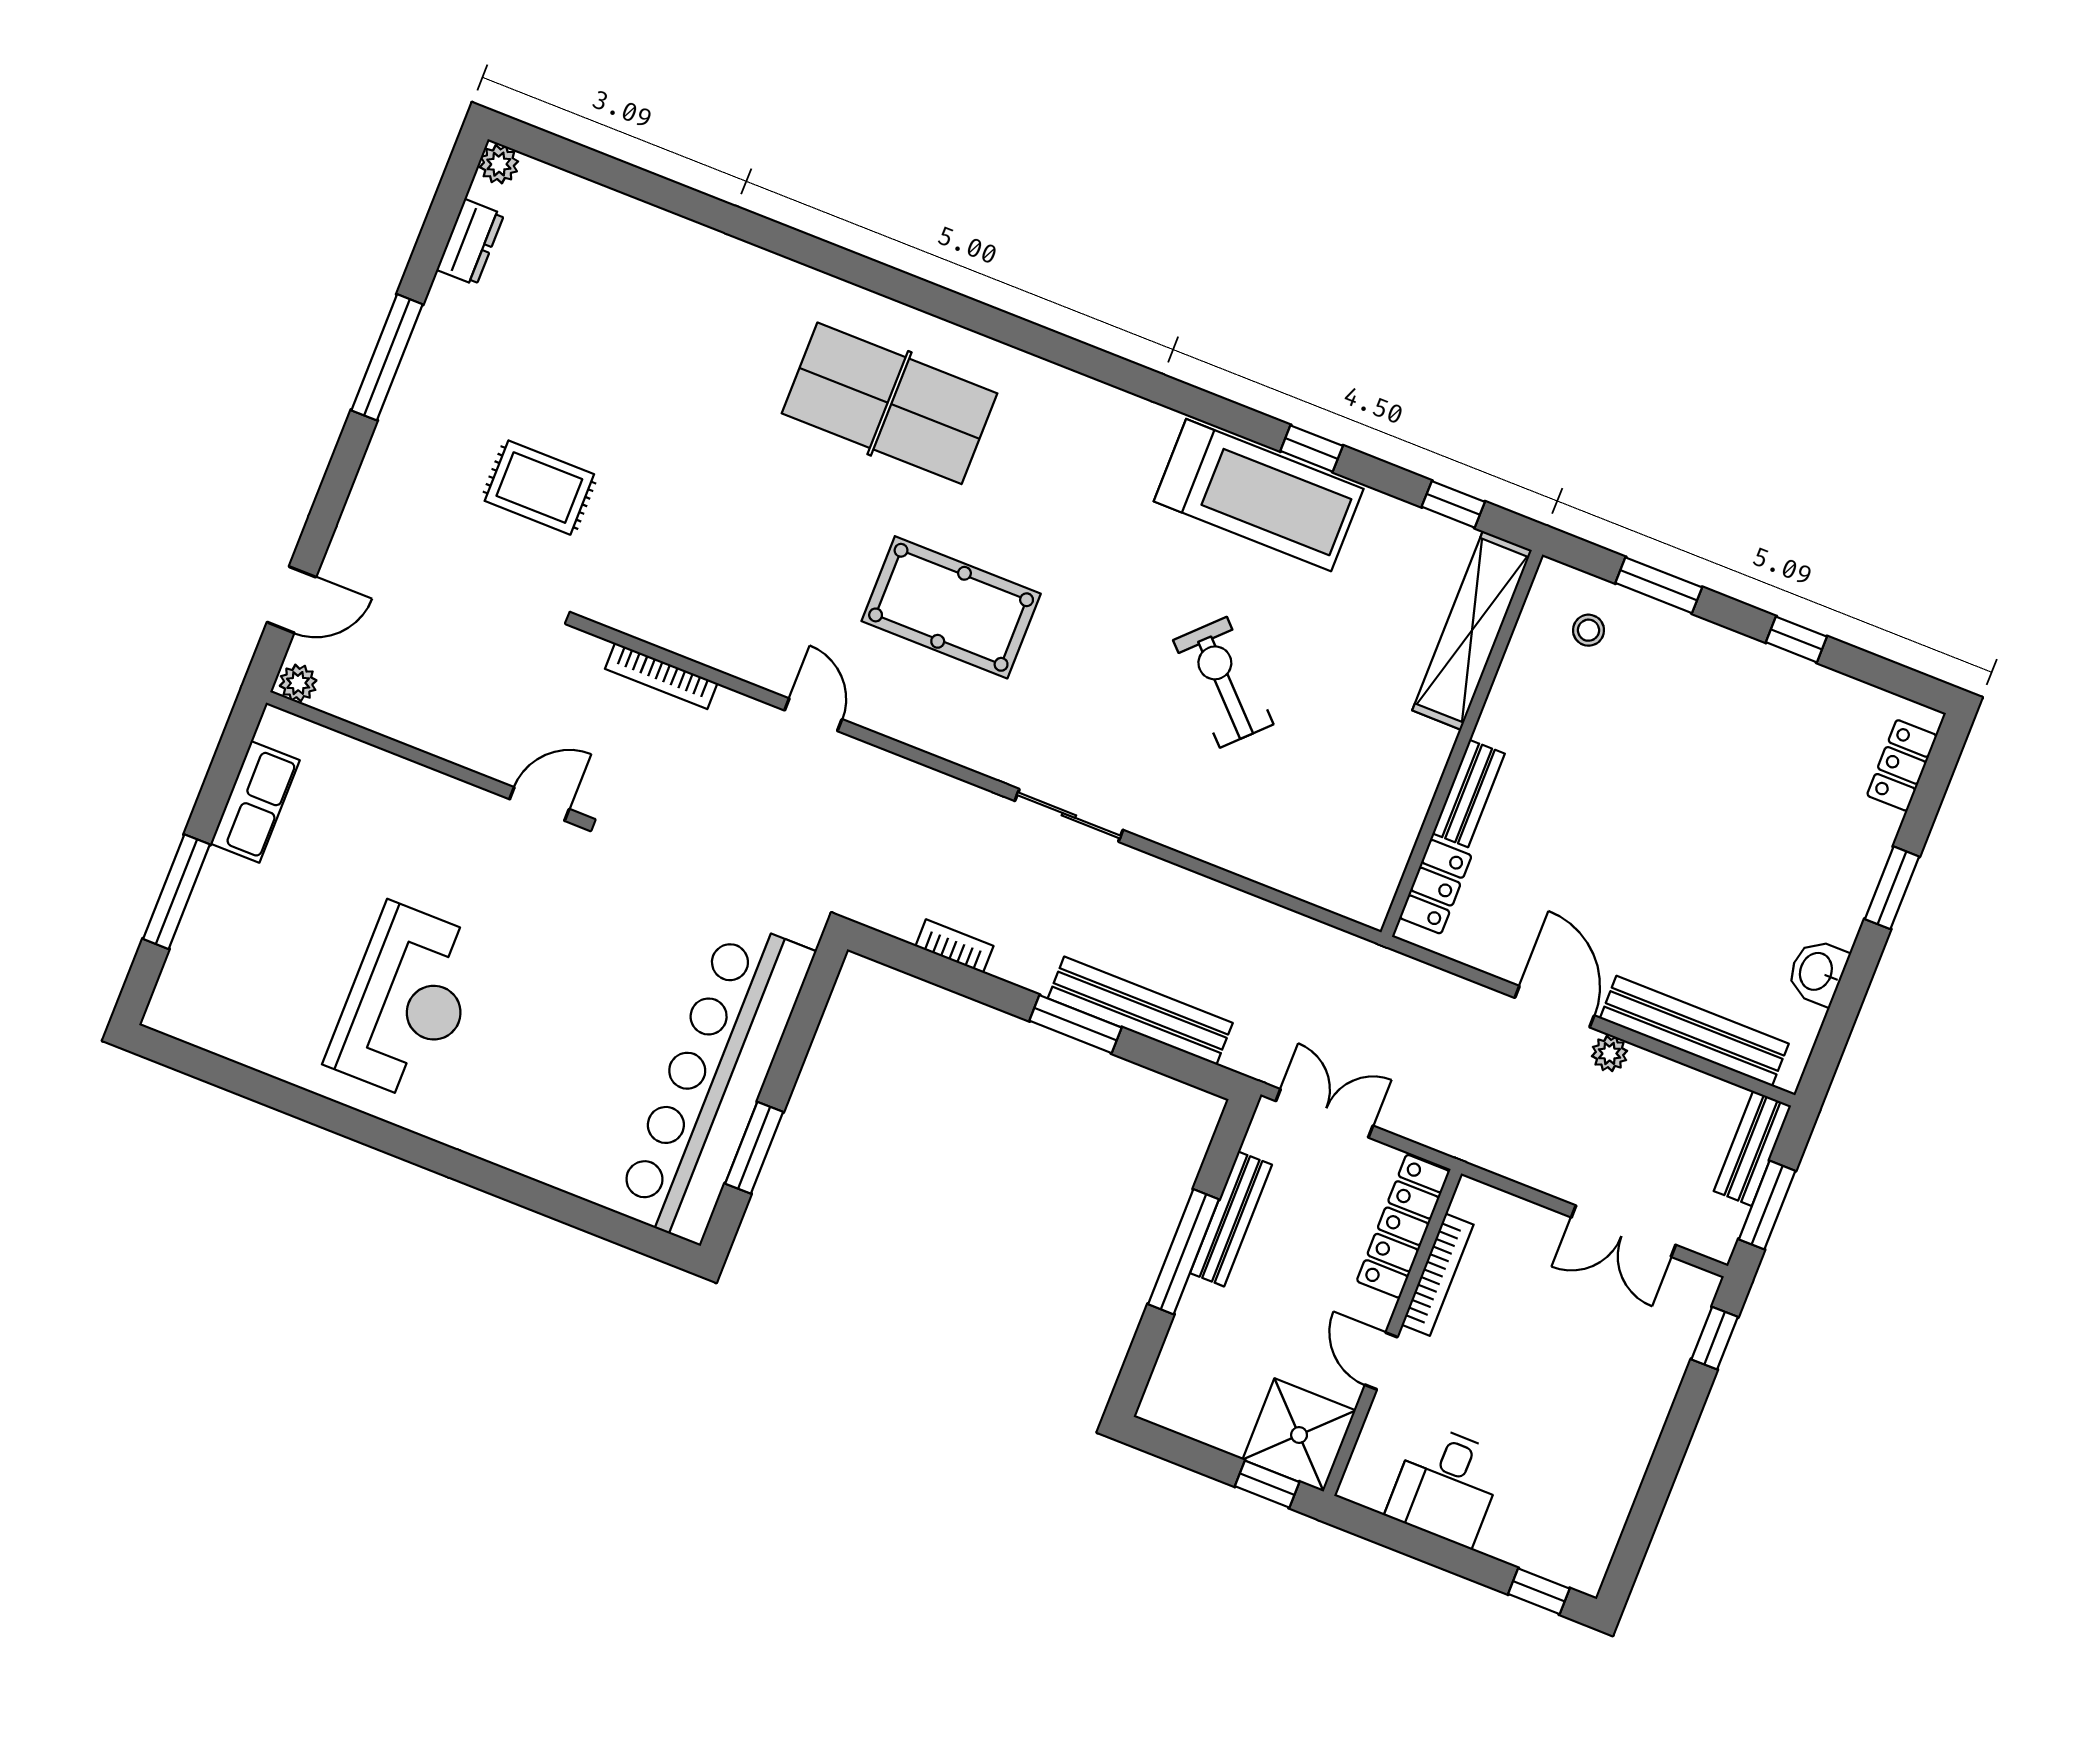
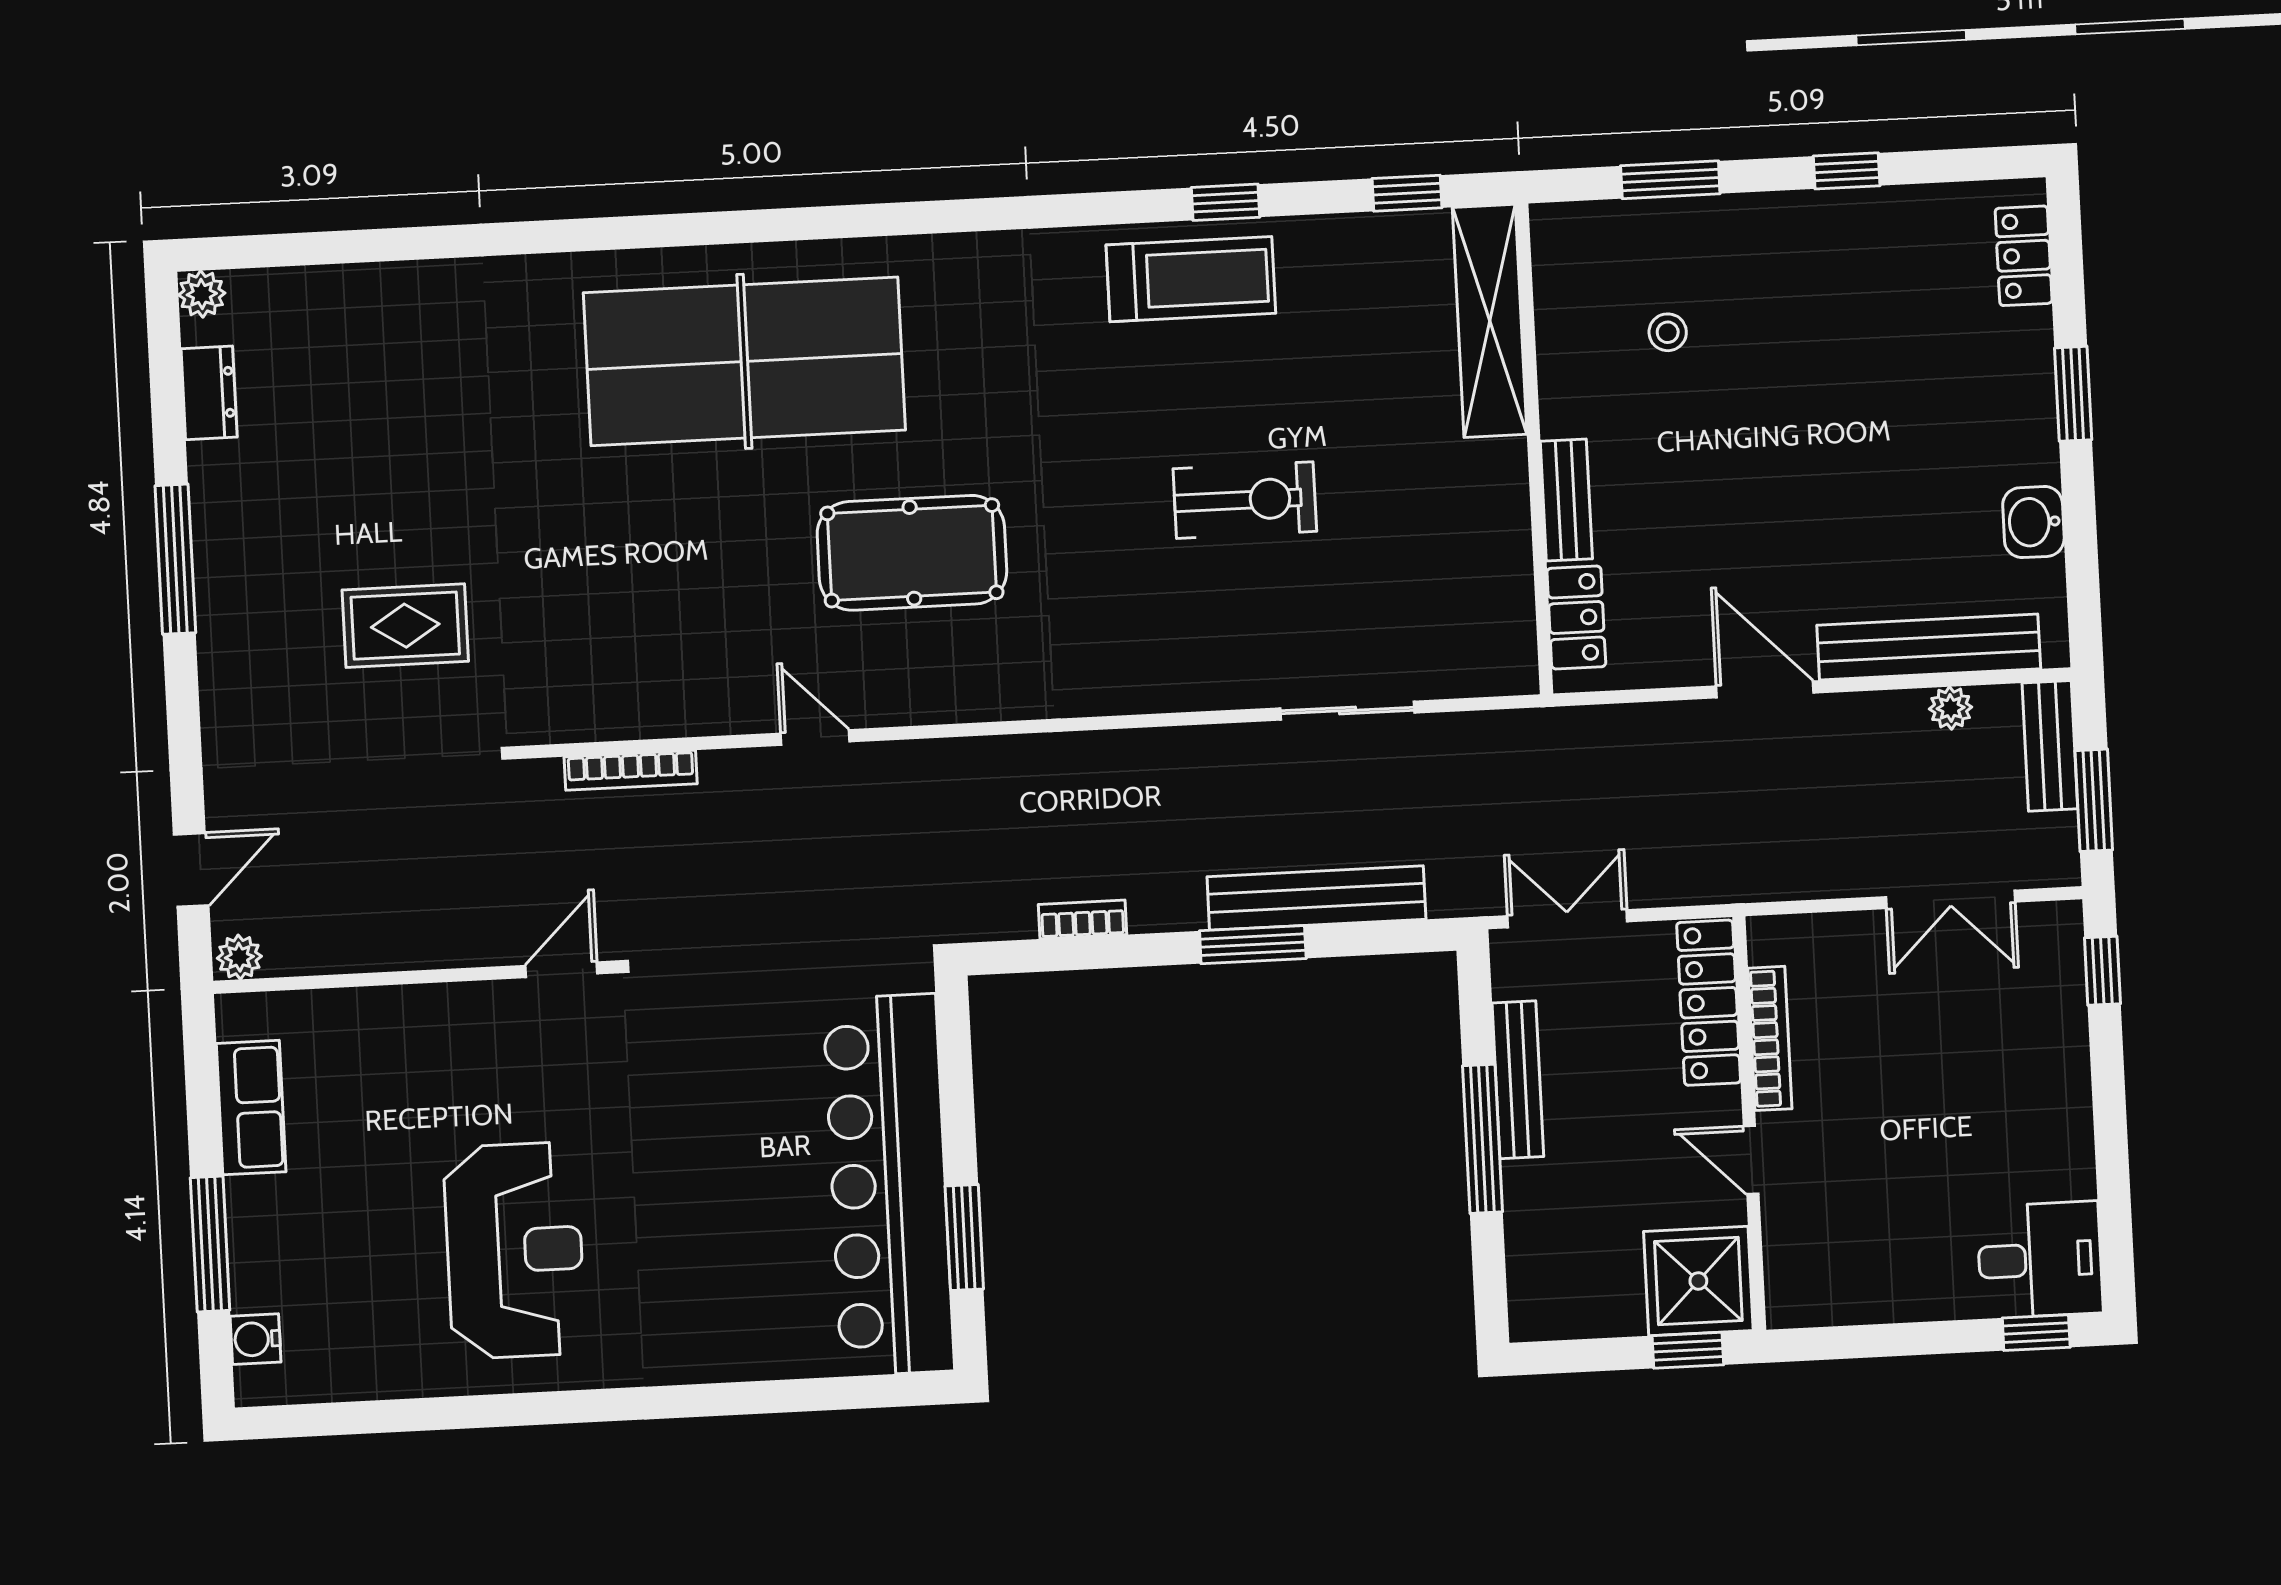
table tennis table: (889, 403) -> (744, 361), width x1.36, depth x1.32
treadmill: (1259, 495) -> (1191, 279), width x0.73, depth x0.73
stool: (1589, 630) -> (1668, 332), moved
exercise bike: (1223, 682) -> (1245, 500), turned 135
sliding door: (1069, 815) -> (1347, 711), moved
water cooler: (178, 980) -> (256, 1339), added
plant: (1609, 1054) -> (1951, 708), moved
desk: (1446, 1485) -> (2040, 1260), moved, turned -90

